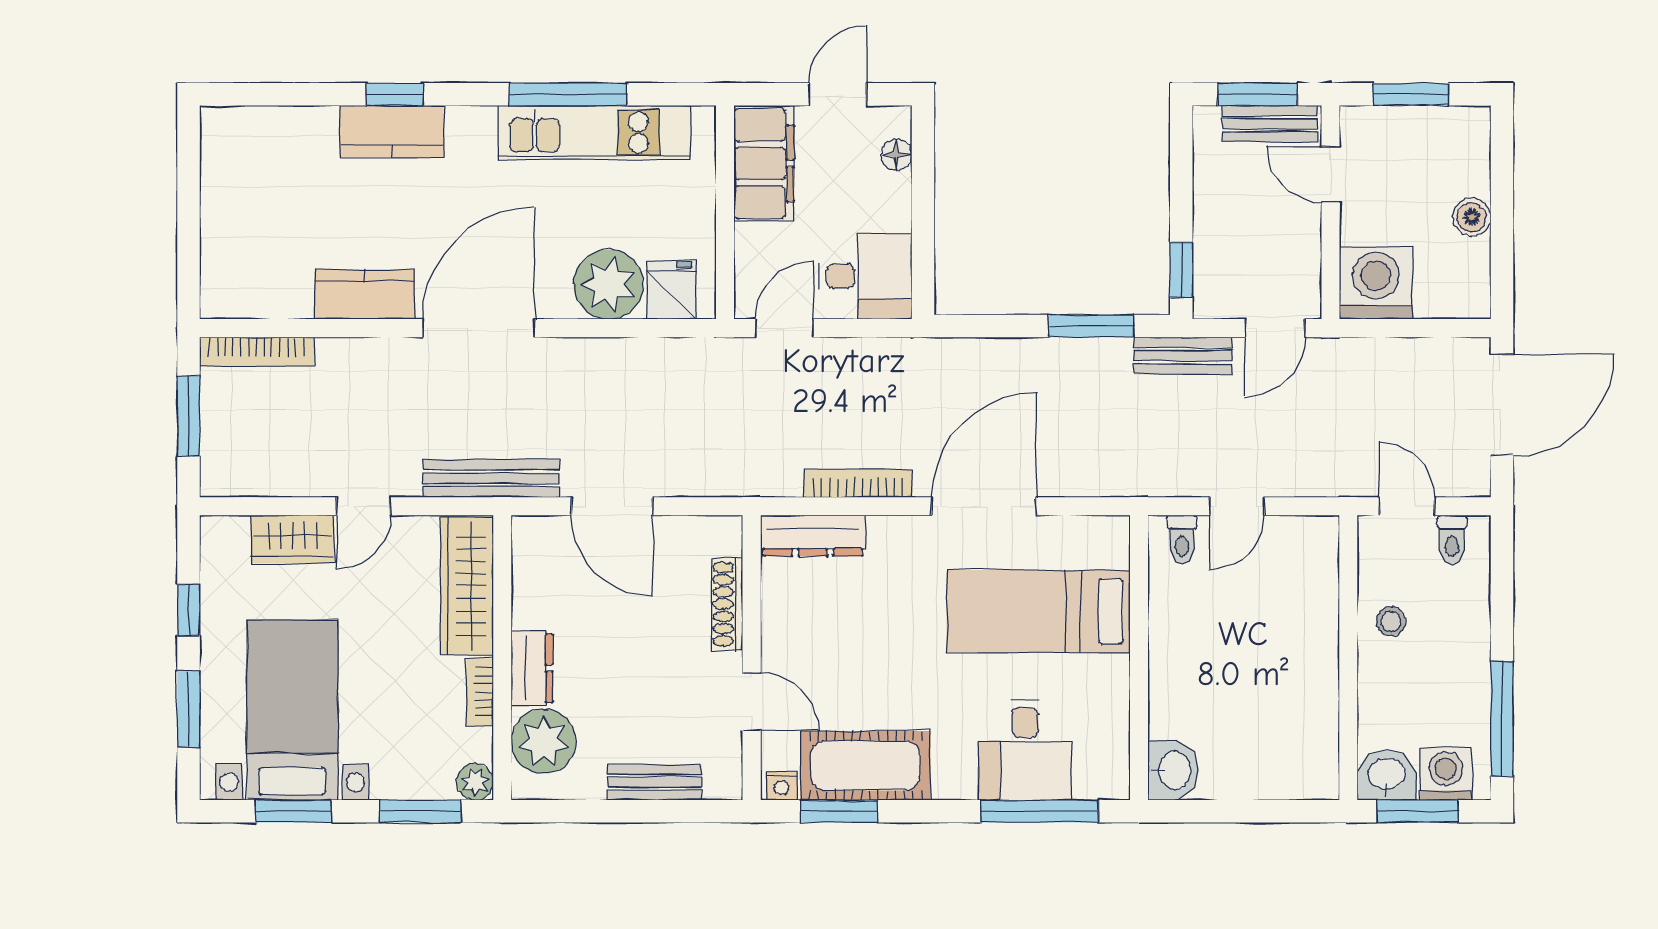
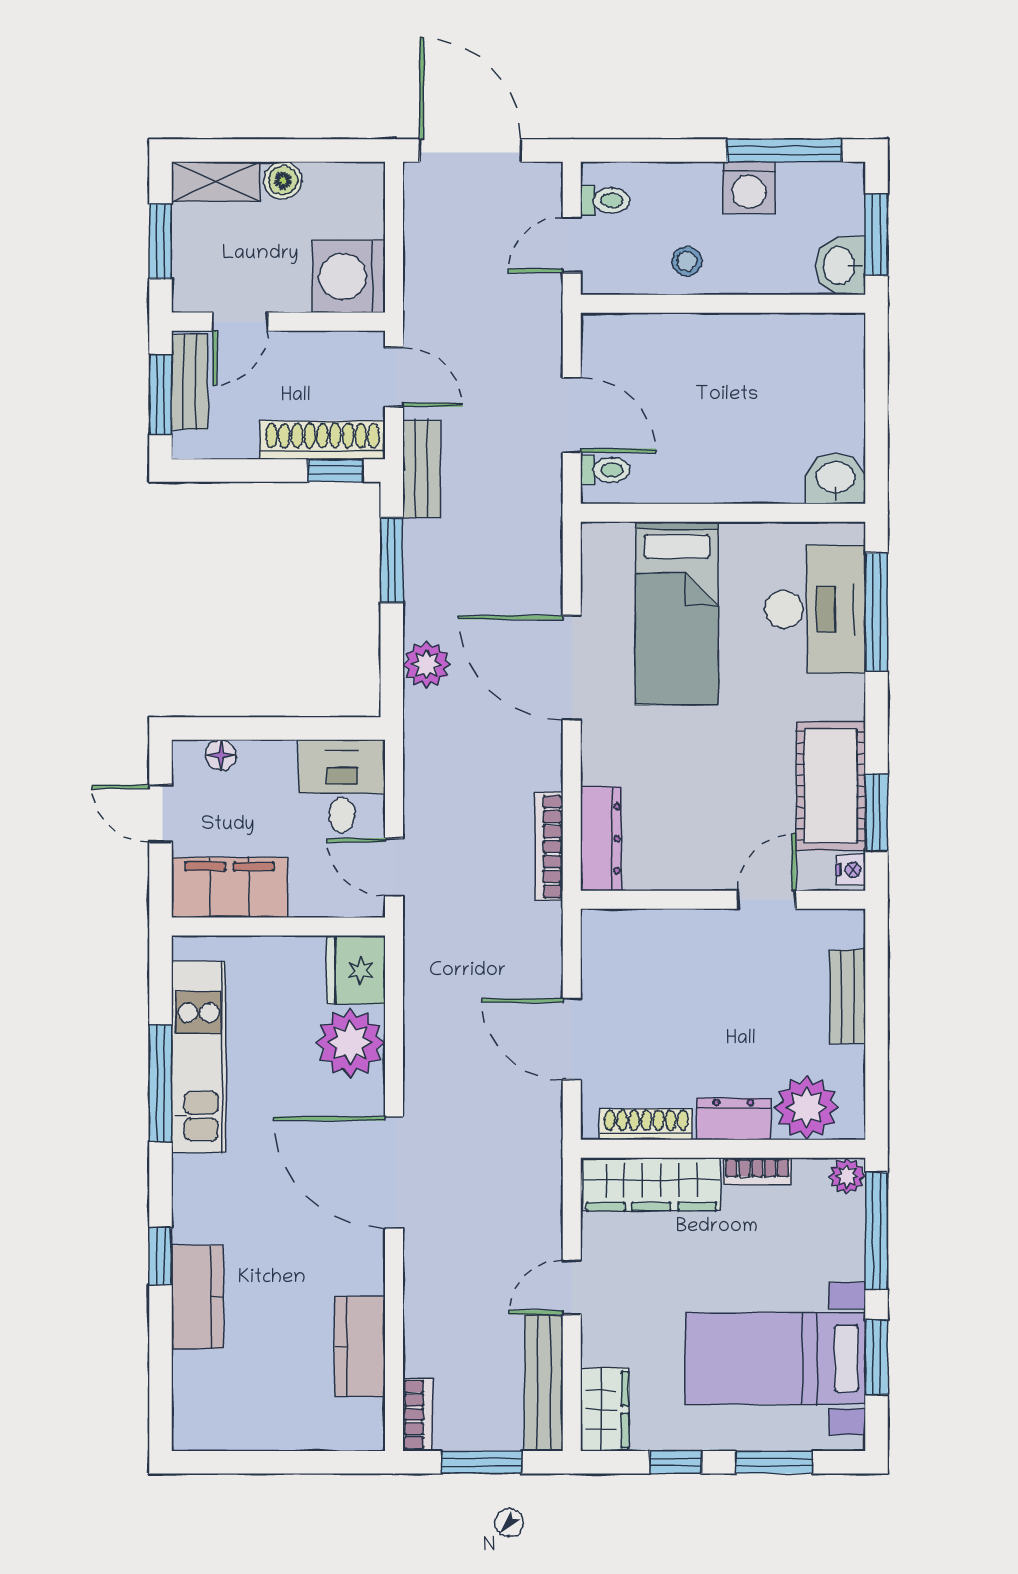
kitchen counter: (392, 131) -> (197, 1297), moved
shelving: (1471, 150) -> (216, 182), added
shoe rack: (1212, 257) -> (322, 440), added
fridge: (671, 290) -> (356, 970), width x1.38
kitchen counter: (365, 294) -> (360, 1346), moved
bookcase: (257, 352) -> (417, 1415), width x0.64
plant: (987, 361) -> (427, 665), added
bench: (491, 478) -> (544, 1383), moved
bookcase: (858, 483) -> (549, 847), moved
door: (364, 506) -> (572, 1287), swing flipped
door: (612, 506) -> (572, 1039), swing flipped
door: (1237, 506) -> (572, 415), width x1.38
wardrobe: (293, 539) -> (605, 1410), moved
shoe rack: (727, 604) -> (646, 1124), moved, turned 180
desk: (1025, 750) -> (815, 609), width x1.37
washing machine: (1446, 774) -> (749, 188), moved, turned -90
window: (420, 811) -> (876, 1231), width x1.44

